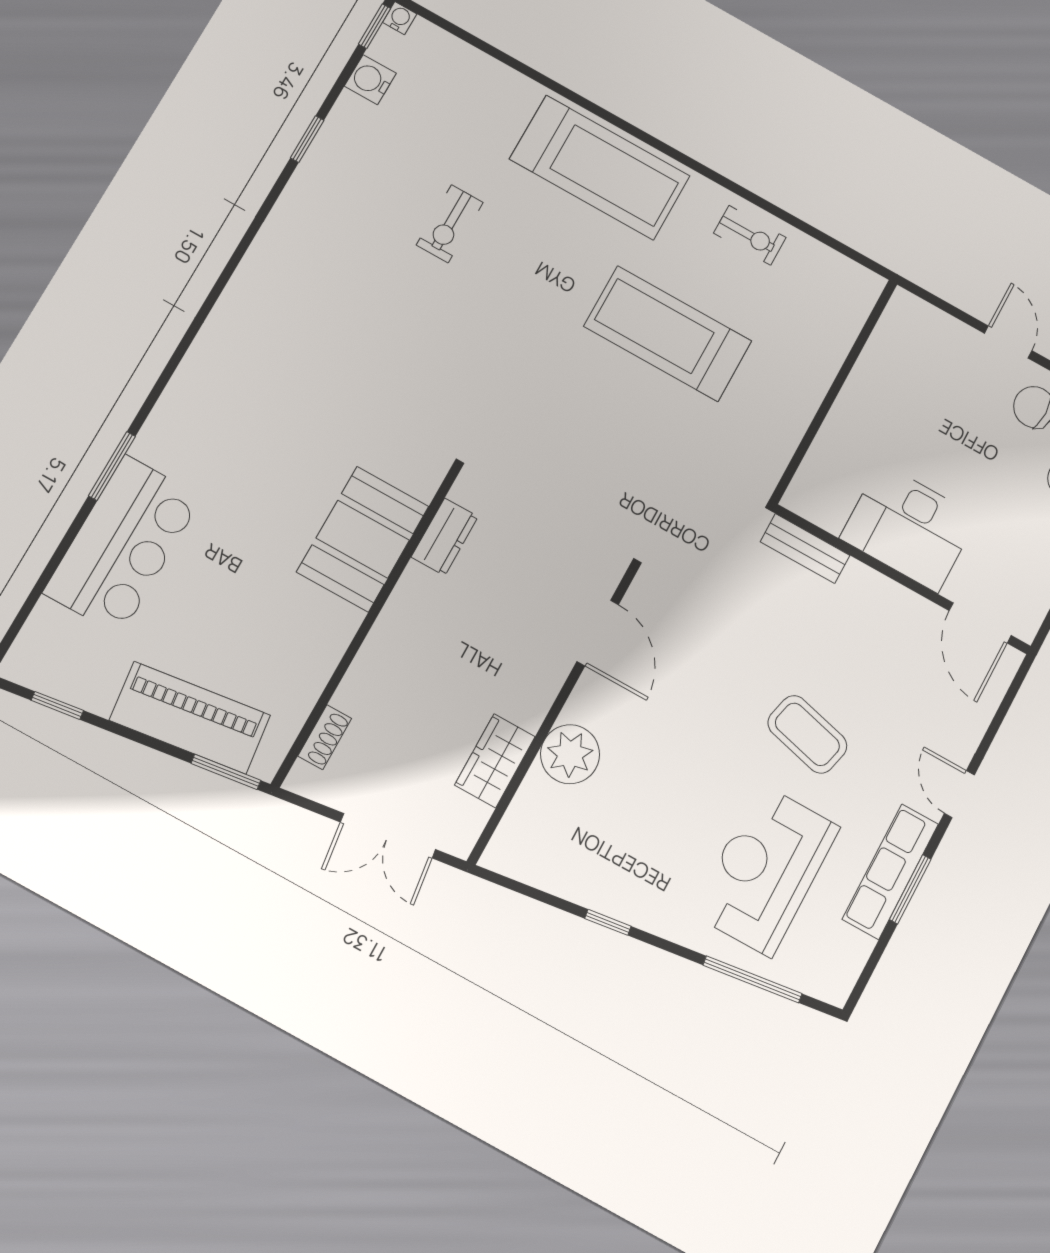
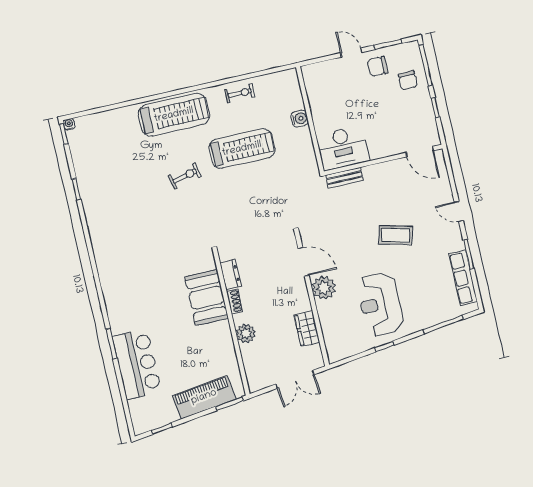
water cooler: (370, 80) -> (300, 119), moved, turned 180
exercise bike: (450, 224) -> (185, 176), moved, turned -103
treadmill: (668, 334) -> (242, 149), turned 180
desk: (909, 527) -> (343, 148), moved
plant: (375, 669) -> (246, 333), added
shoe rack: (325, 737) -> (234, 301), moved
plant: (570, 754) -> (324, 288), moved
reception desk: (766, 870) -> (380, 304), moved
row of seats: (890, 872) -> (463, 278), moved

